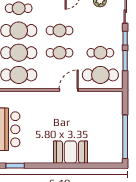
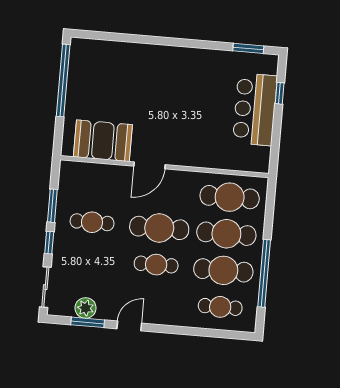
cafe table: (60, 53) -> (159, 228), width x1.37, depth x1.35
cafe table: (100, 75) -> (95, 186), removed
booth: (71, 152) -> (103, 141), moved

